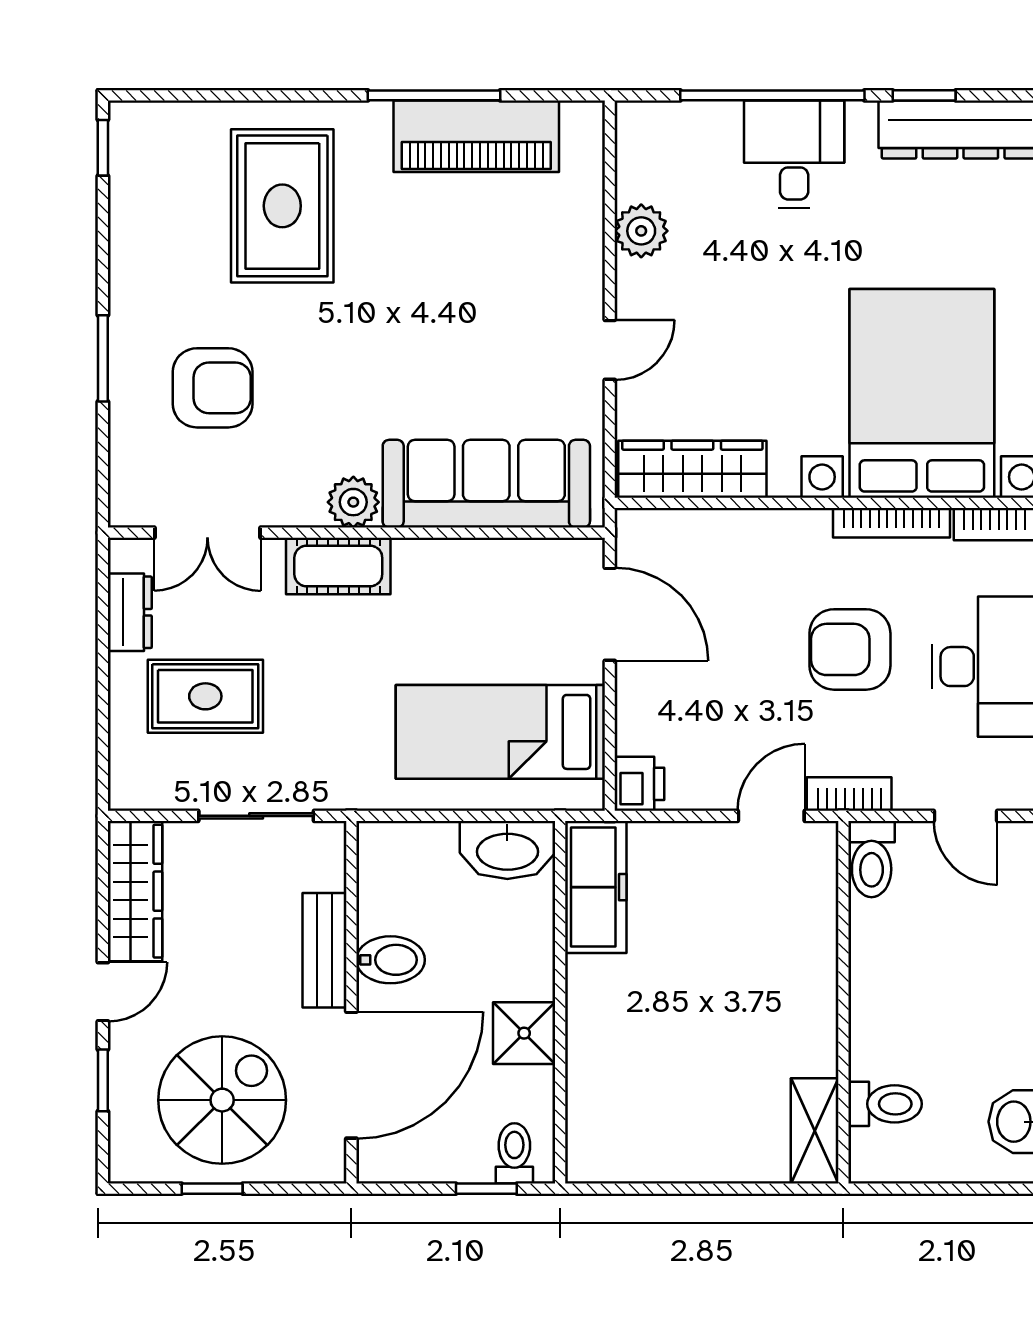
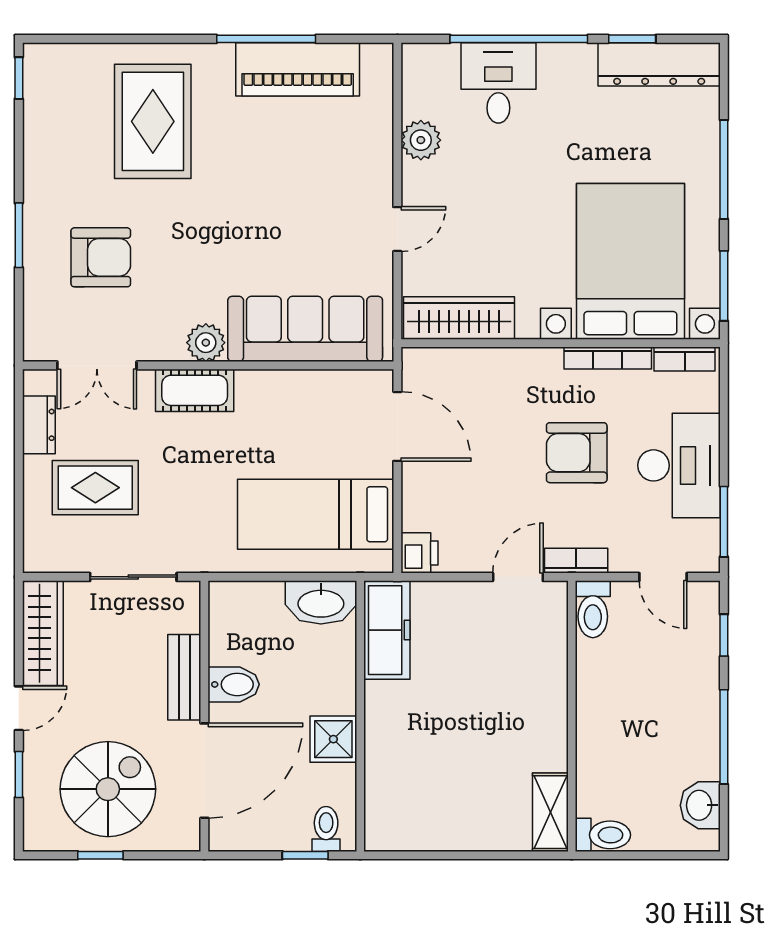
desk: (794, 154) -> (498, 83), moved
toilet: (885, 1104) -> (603, 835), moved

